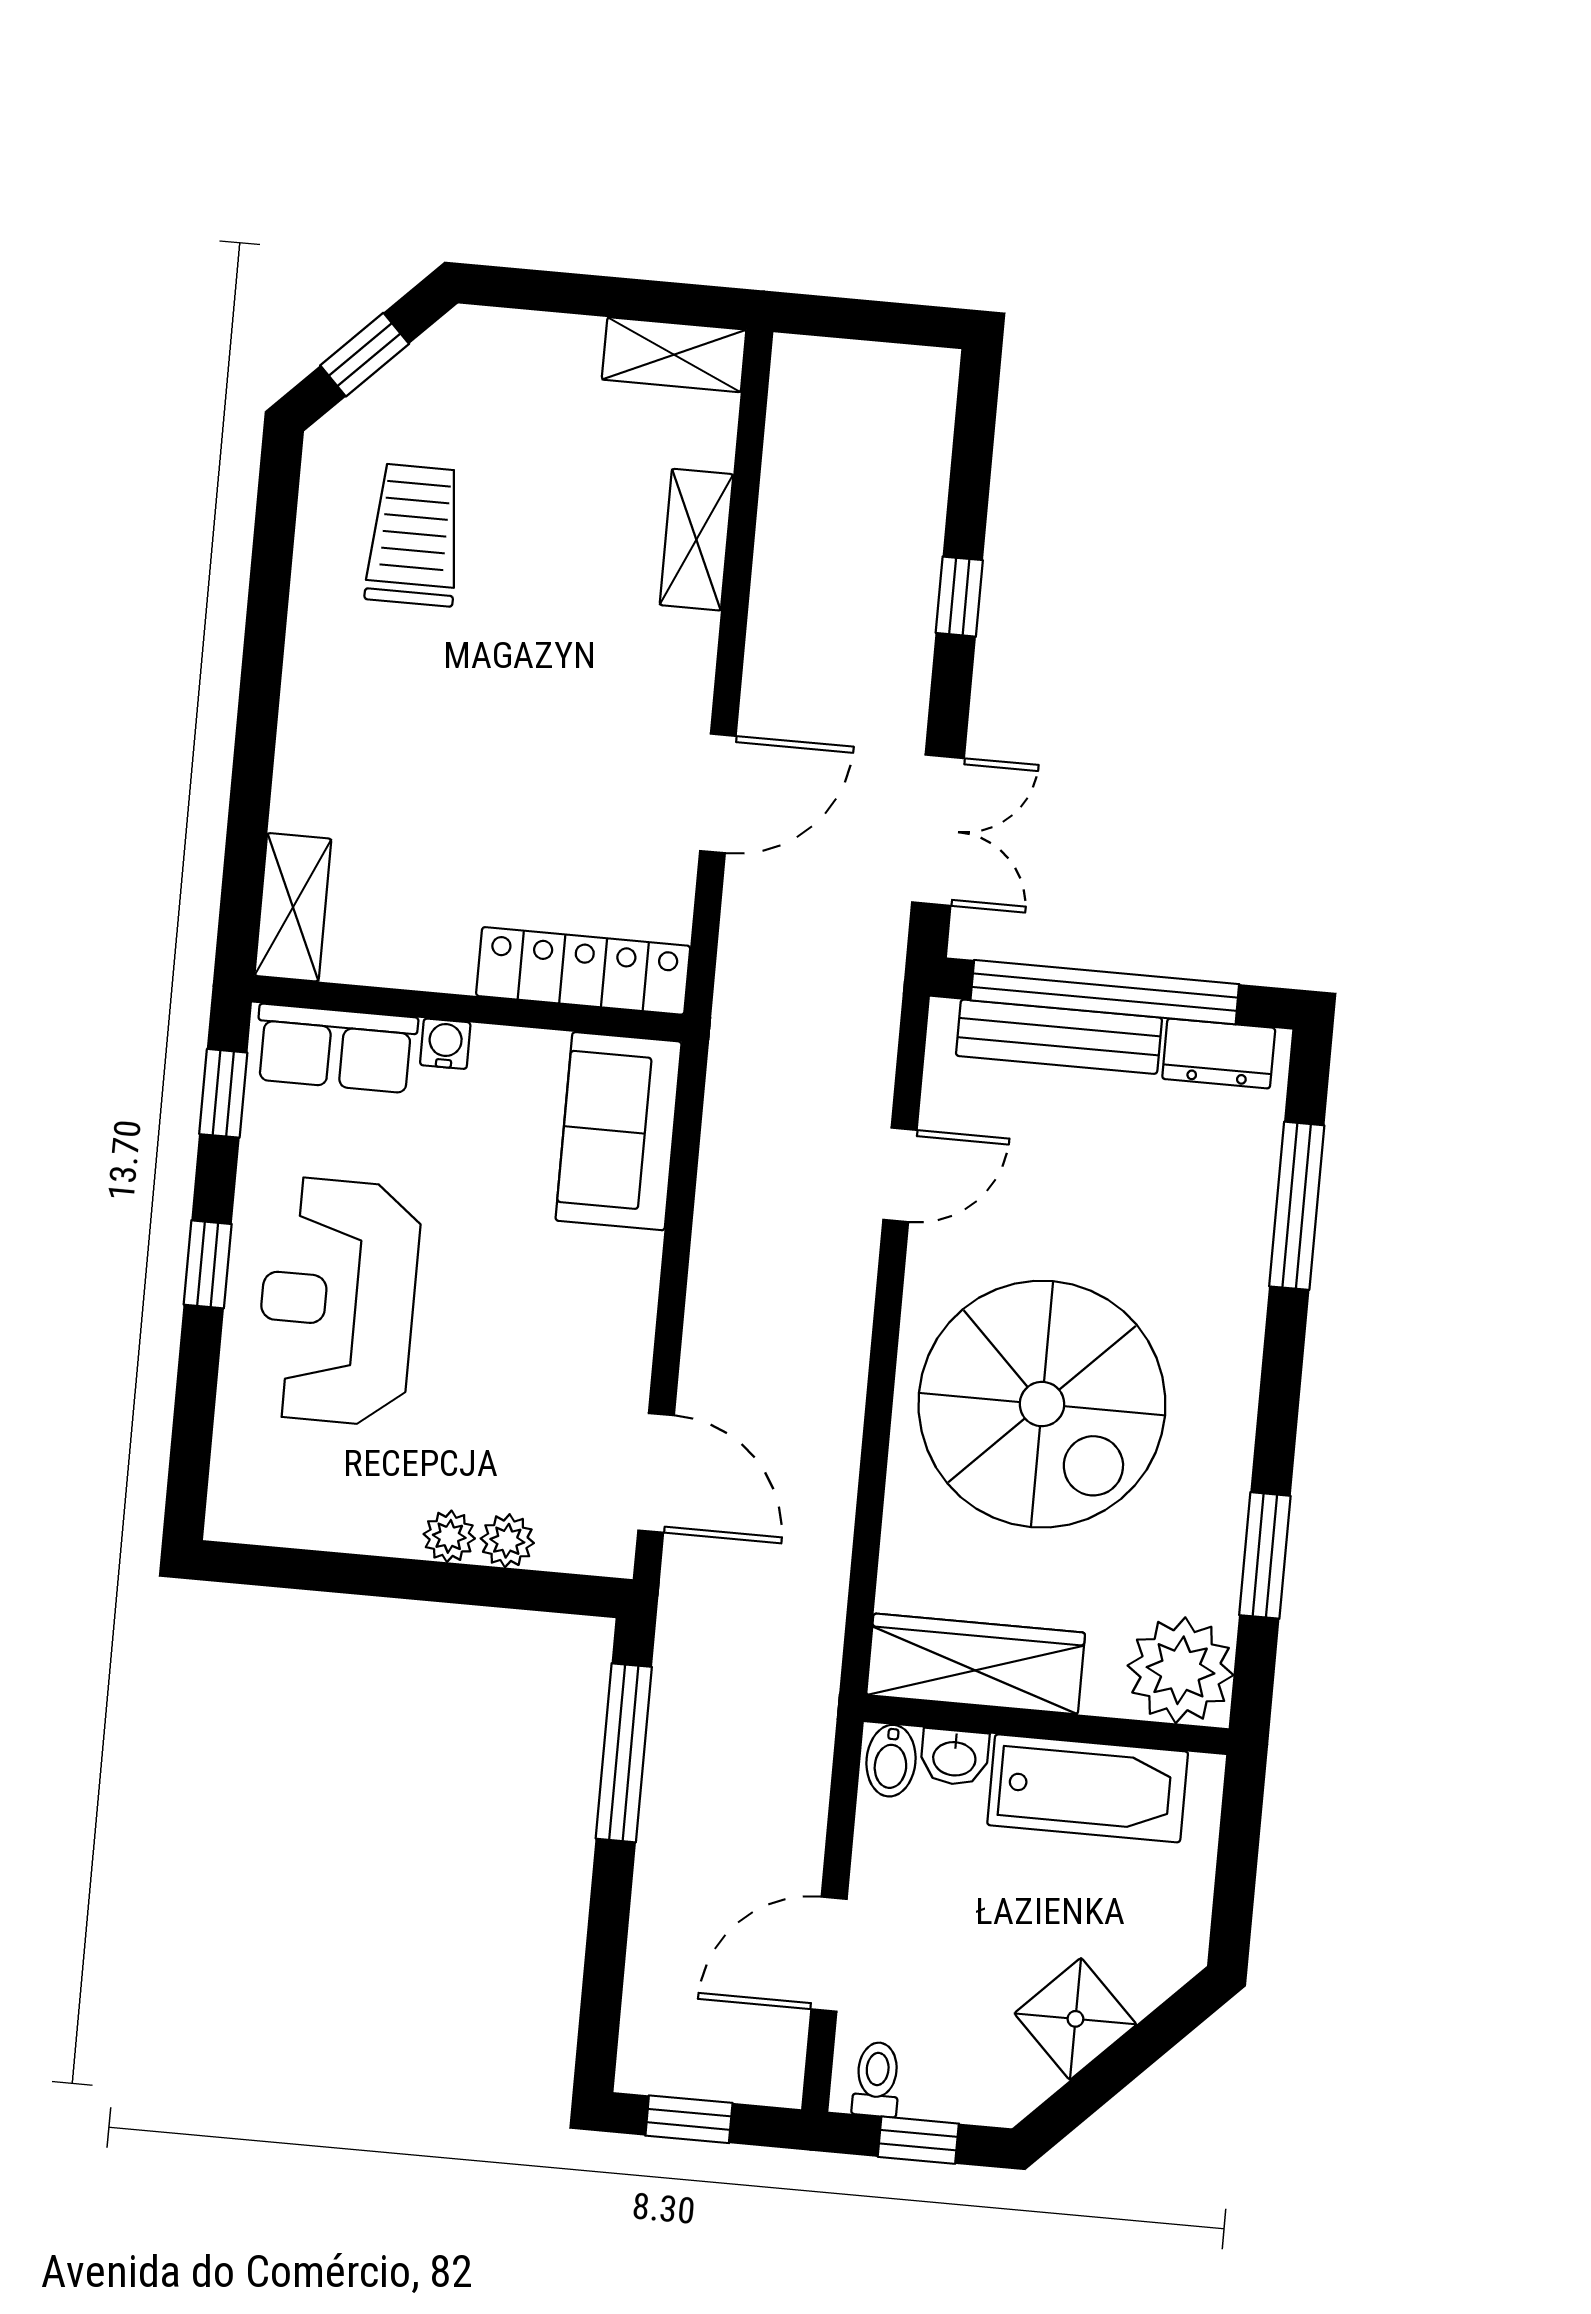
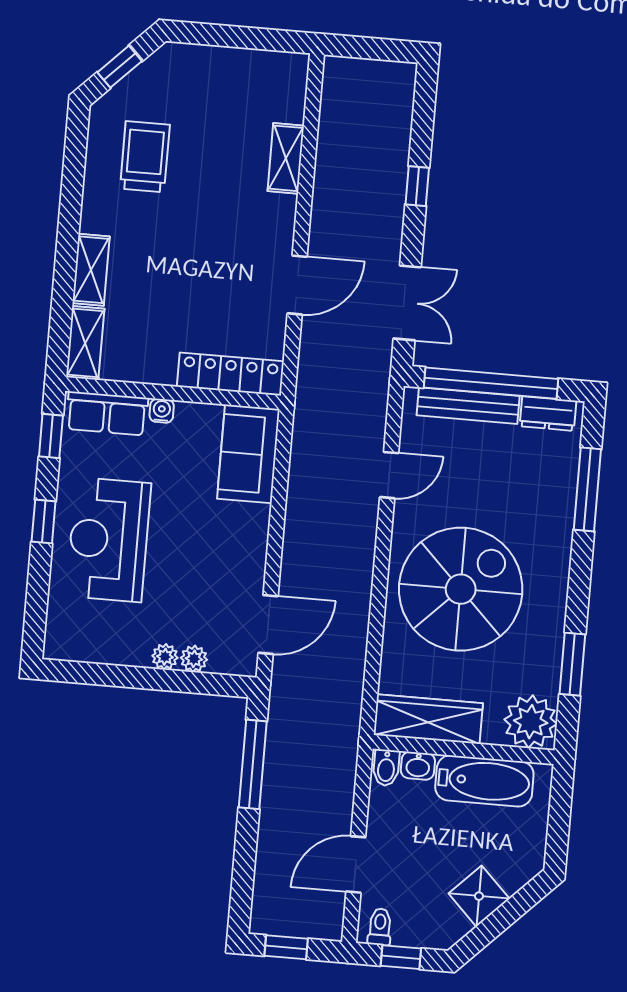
shelving: (674, 355) -> (91, 270), moved, turned 90
spiral stairs: (1042, 1404) -> (461, 589), turned -90
door: (656, 1473) -> (268, 625), hinge flipped

